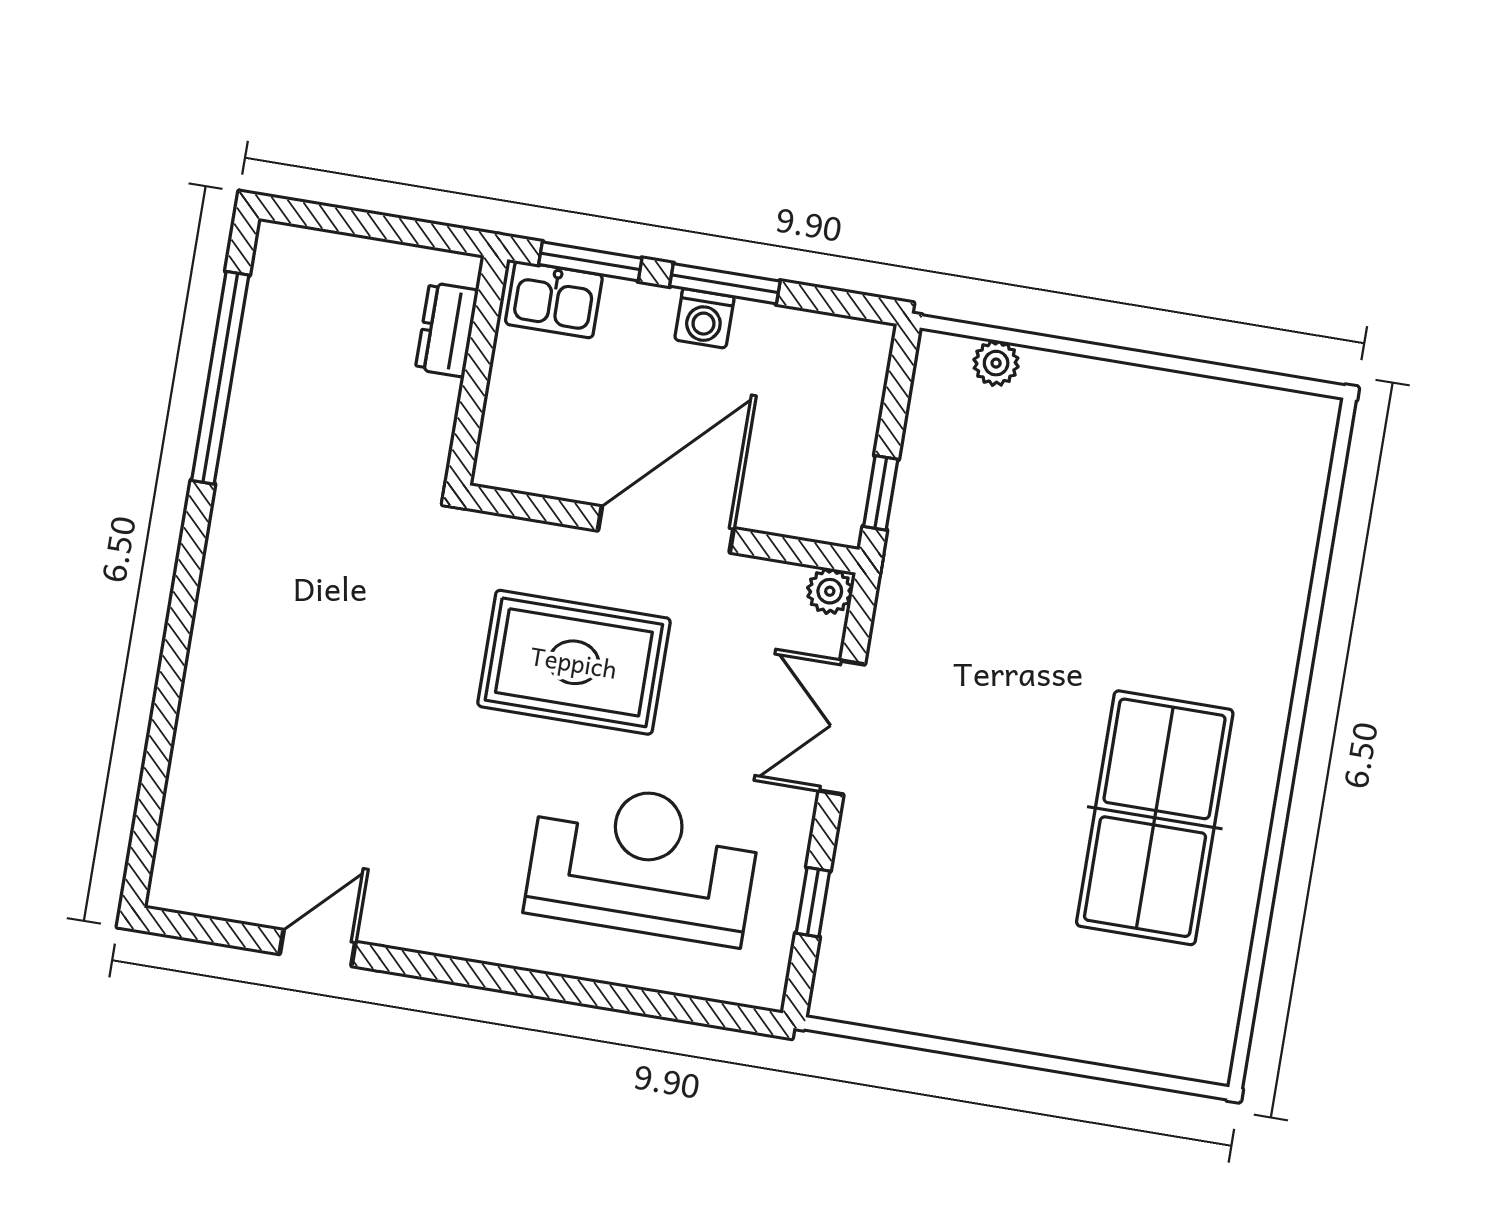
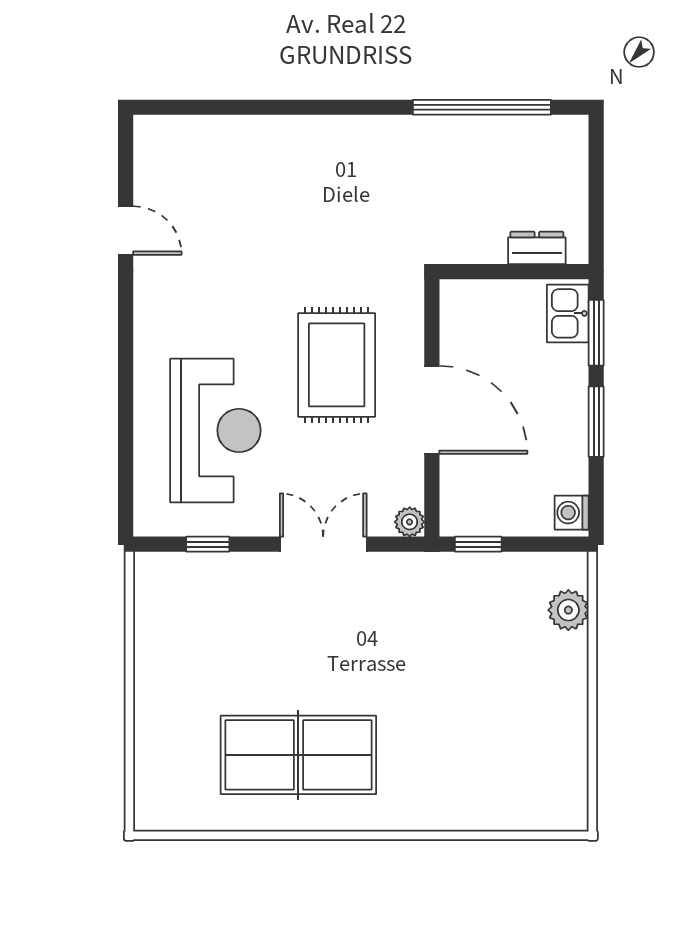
washing machine: (704, 318) -> (572, 513), moved
plant: (996, 363) -> (568, 610), width x1.38, depth x1.38

